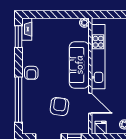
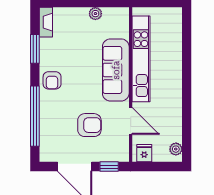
plant: (84, 23) -> (95, 14), moved
window: (18, 37) -> (35, 49), moved
armchair: (59, 106) -> (89, 125), turned 82

